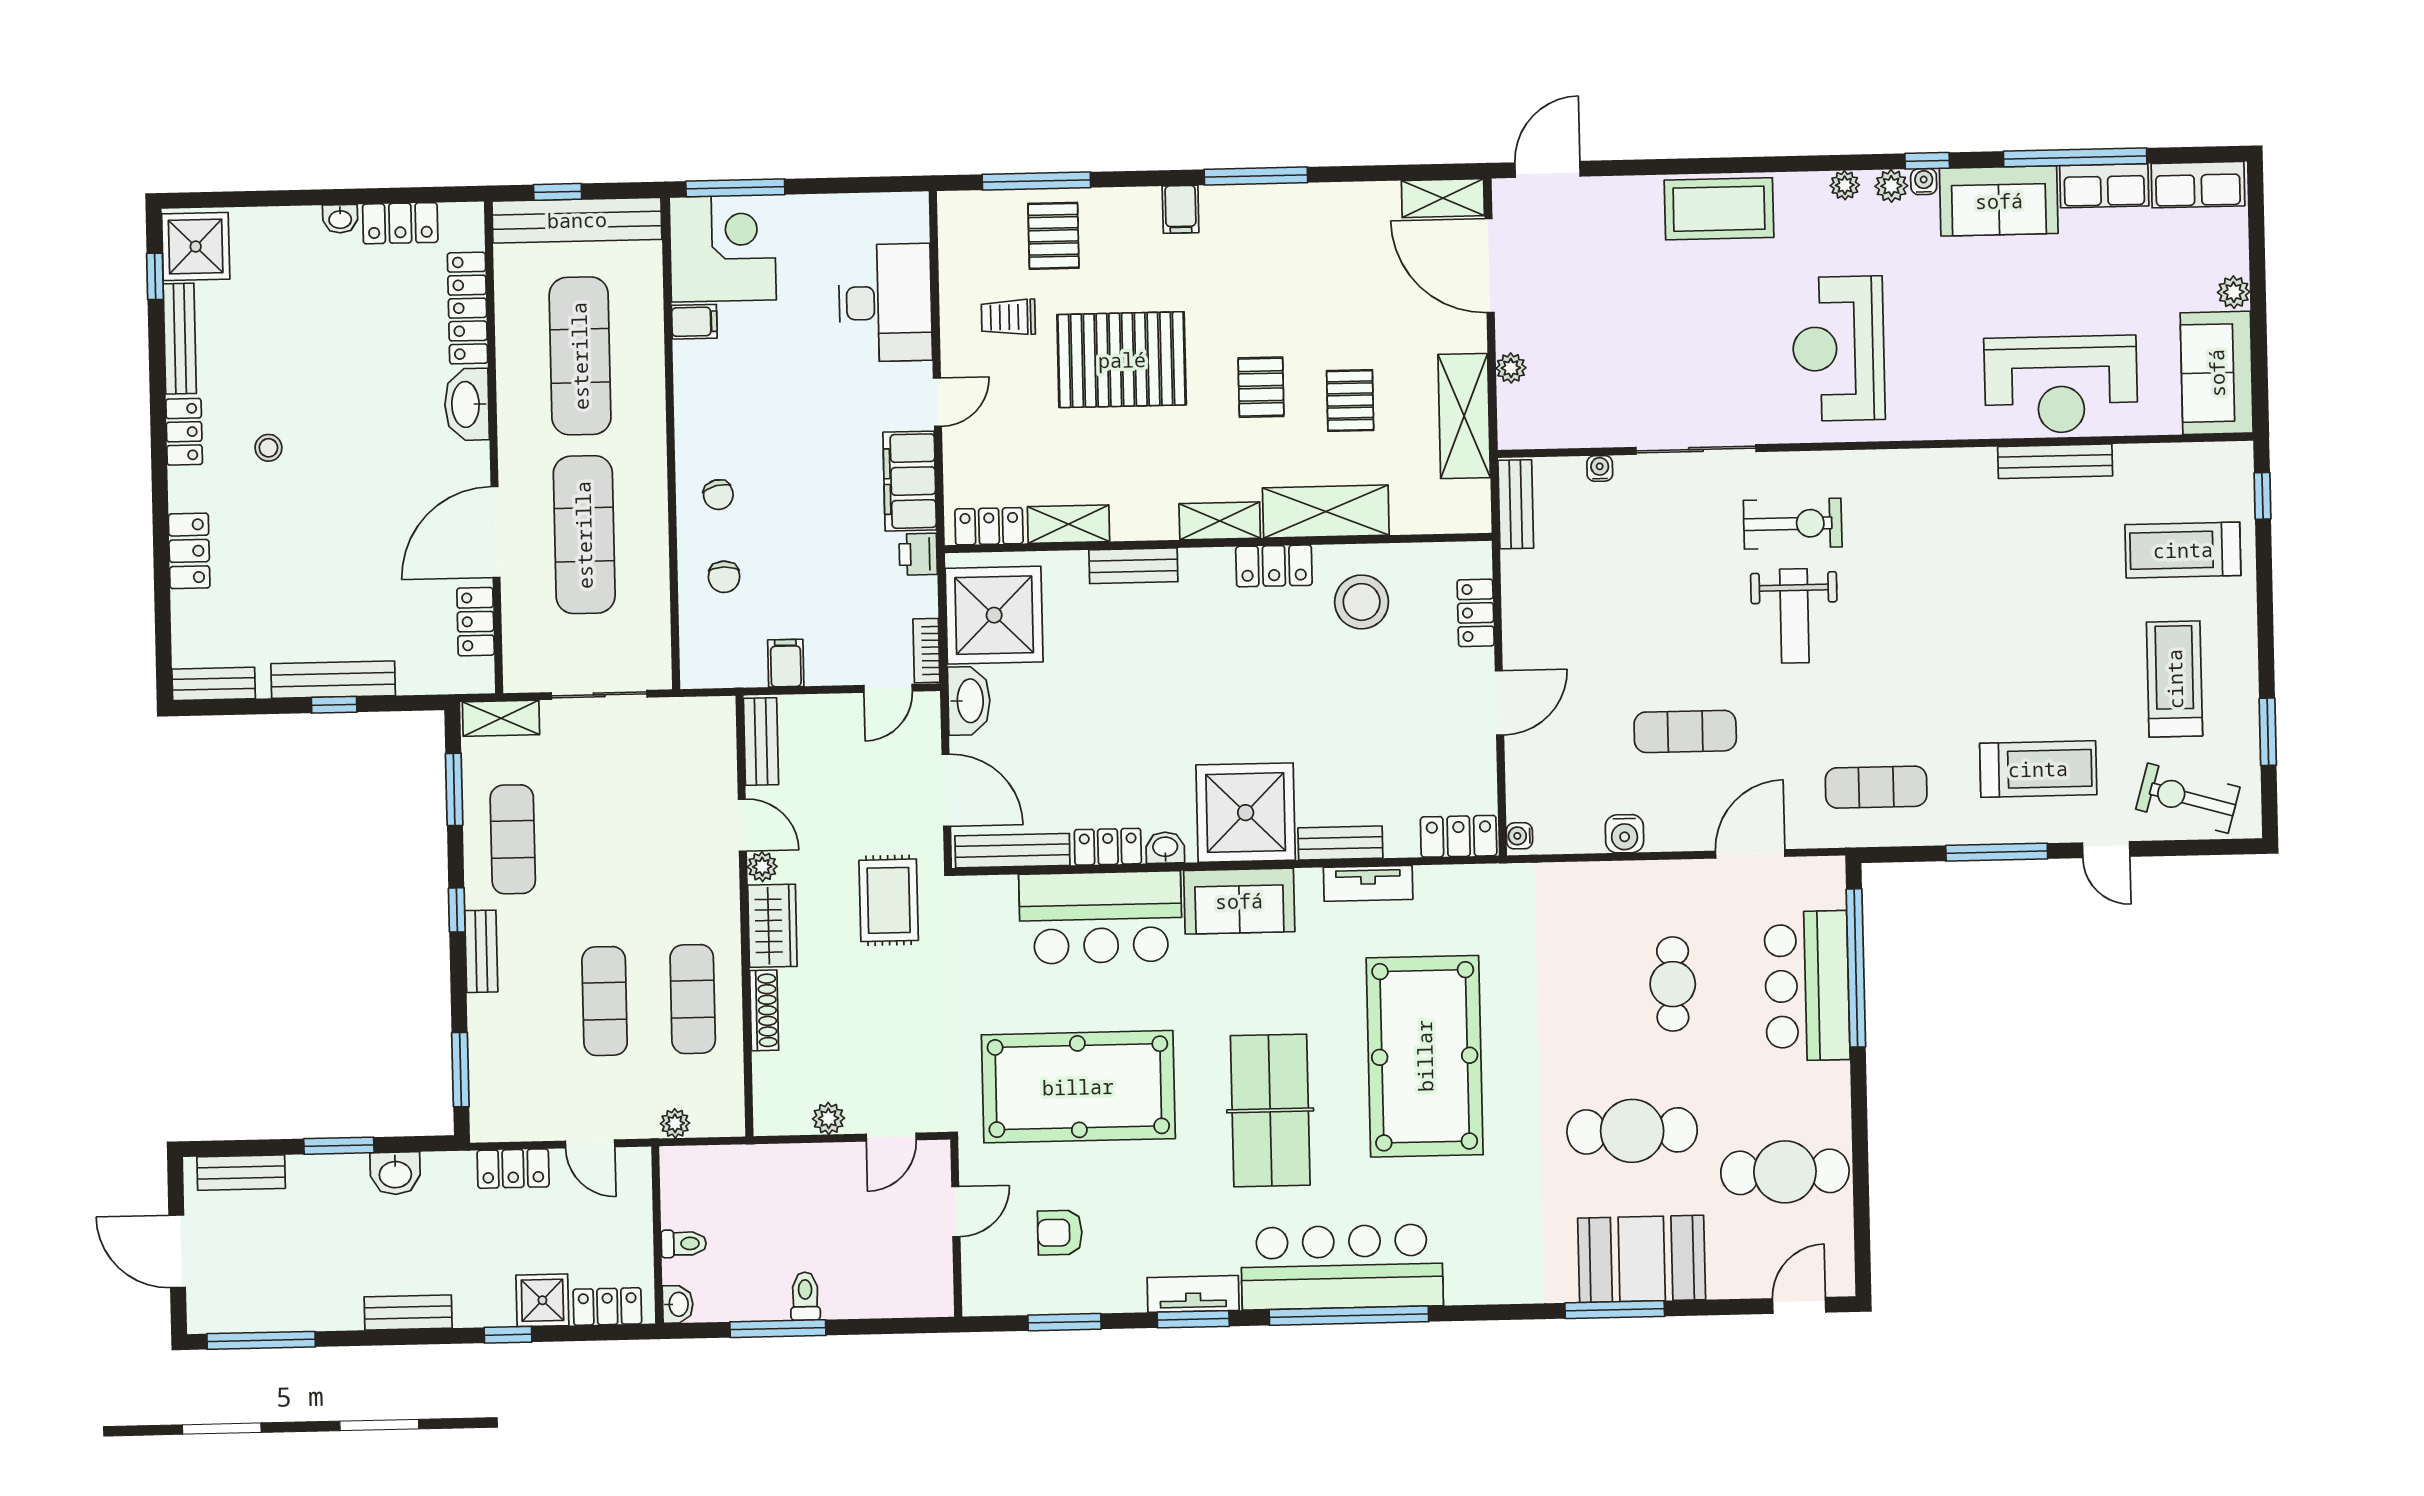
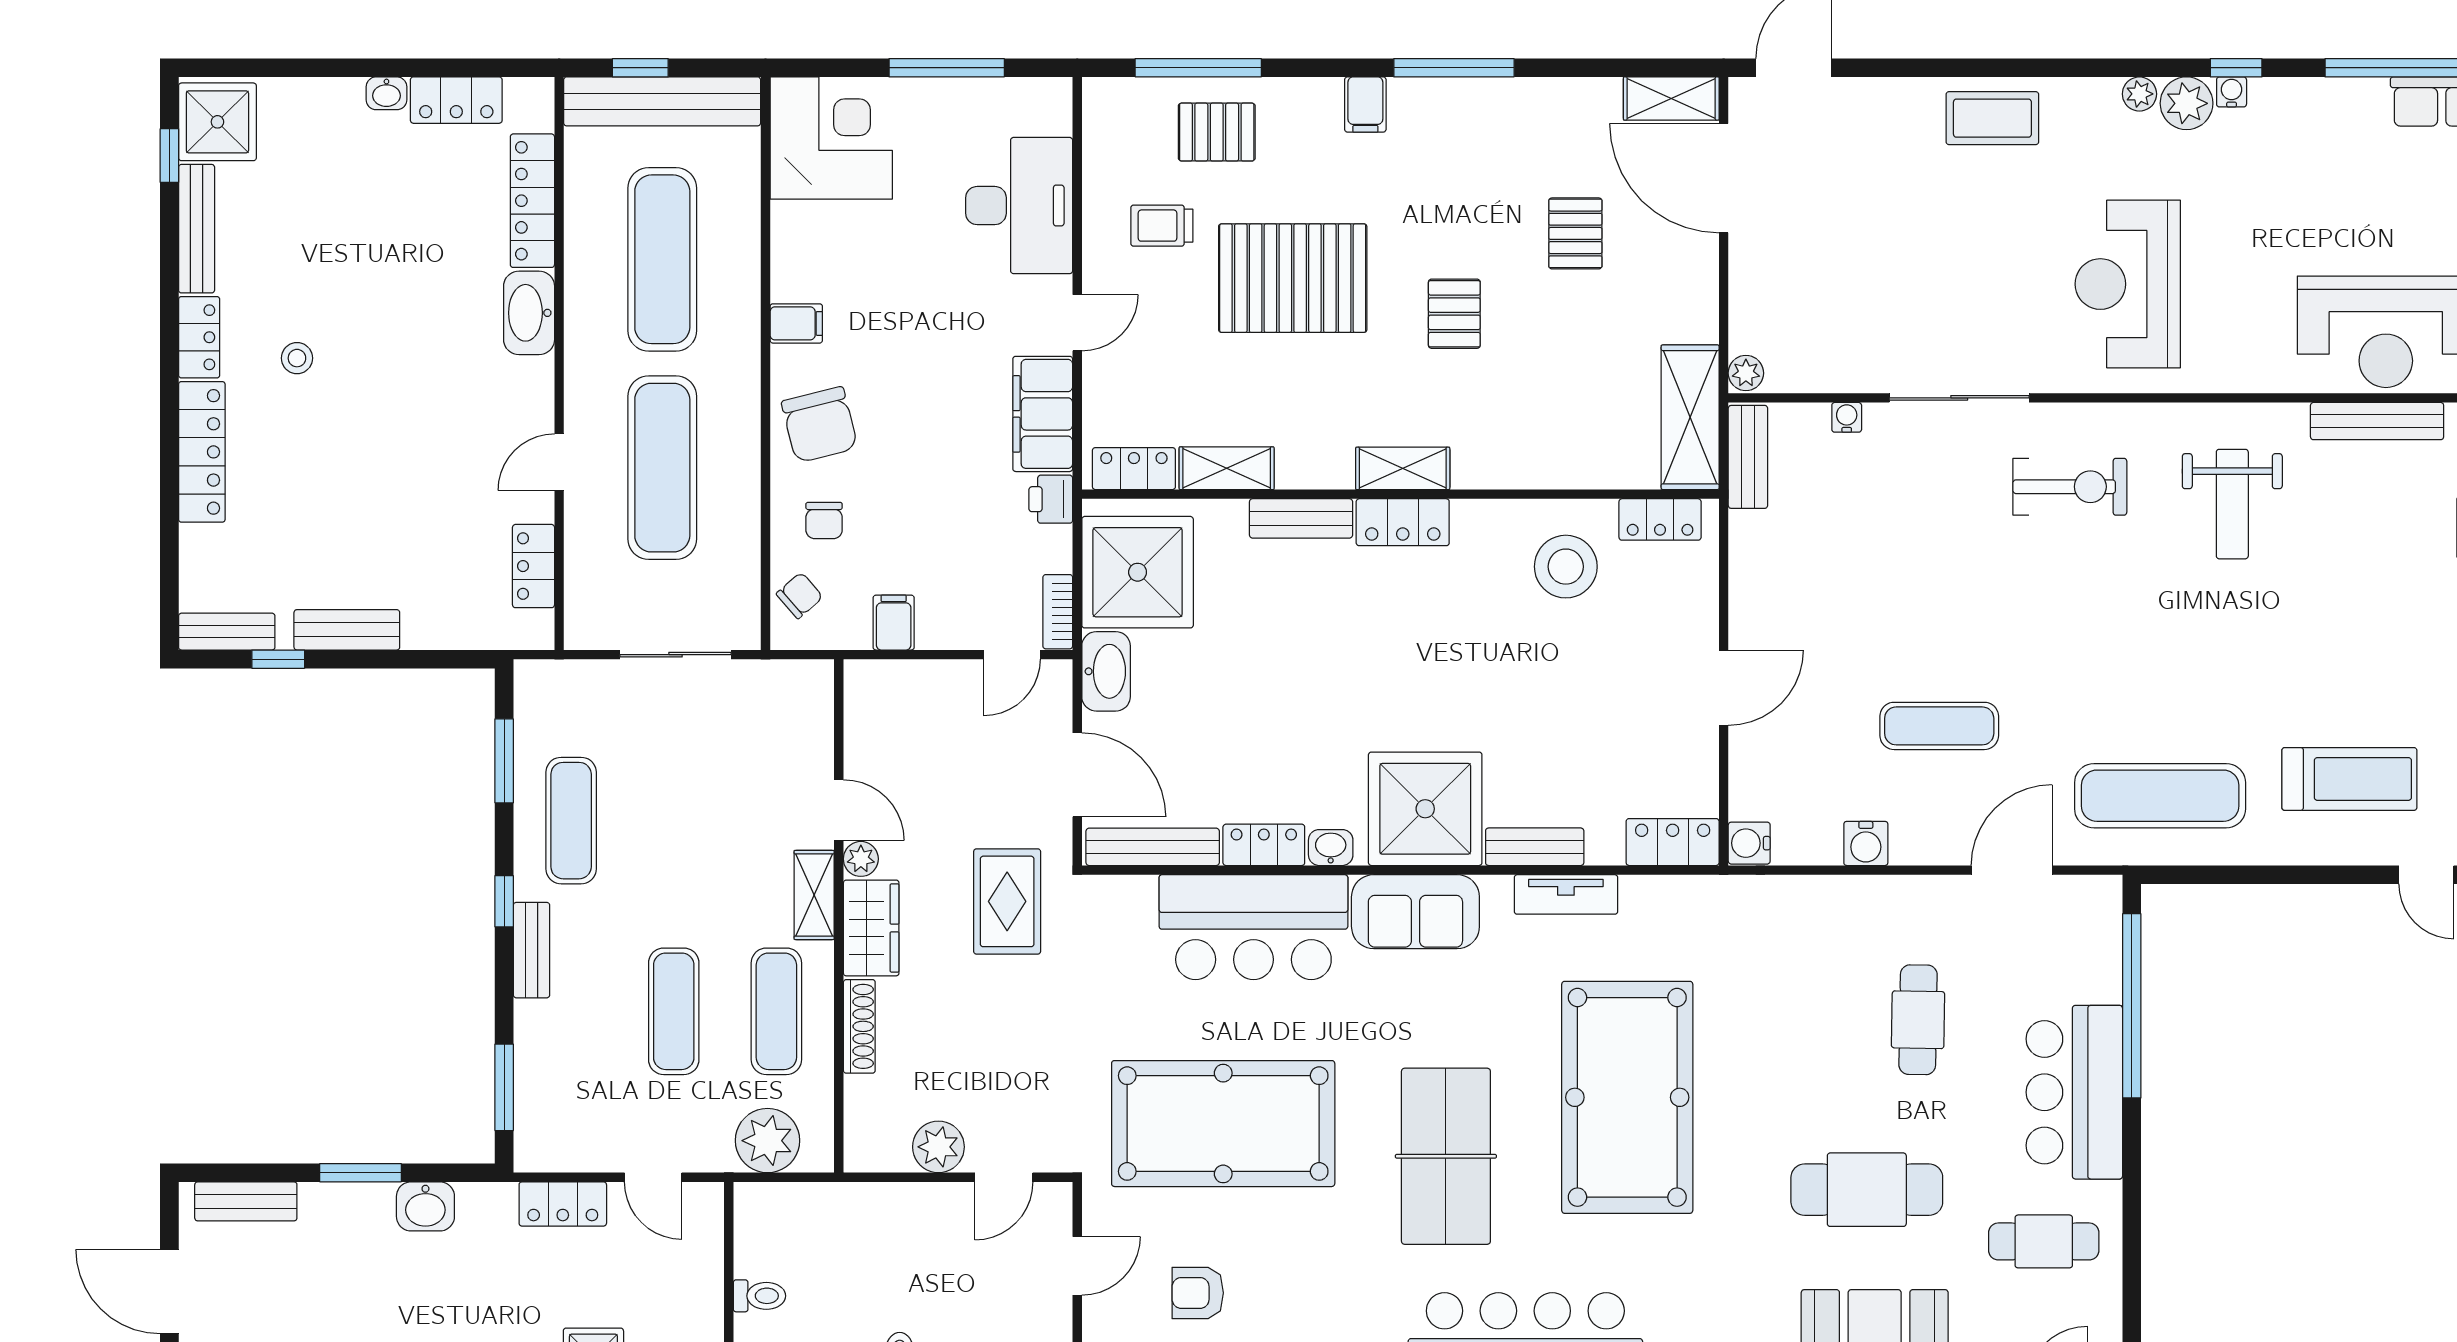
plant: (1891, 186) -> (2187, 103), width x1.38, depth x1.38
window: (735, 188) -> (947, 68), moved
sofa: (1999, 201) -> (2318, 116), removed
coffee table: (1719, 209) -> (1992, 118), width x0.73, depth x0.76
pallet: (1053, 236) -> (1217, 132), turned 90
filing cabinet: (694, 322) -> (796, 323), moved
plant: (1511, 368) -> (1746, 373), moved
pallet: (1350, 401) -> (1575, 233), moved
shelving: (1464, 416) -> (1690, 417), moved
chair: (718, 495) -> (820, 425), width x1.87, depth x1.87
shelving: (1326, 512) -> (1527, 460), removed
door: (496, 532) -> (559, 462), width x0.53
locker: (189, 551) -> (202, 452), width x1.53
locker: (1274, 566) -> (1403, 522), moved
locker: (1476, 613) -> (1660, 519), moved, turned -90
weight bench: (1794, 616) -> (2232, 504), moved
chair: (705, 642) -> (800, 595), added
bench: (333, 680) -> (347, 630), width x0.73
window: (334, 705) -> (278, 659), moved
shelving: (501, 718) -> (814, 895), moved, turned 90
bench: (761, 742) -> (863, 713), removed
exercise mat: (1876, 787) -> (2160, 796), width x1.36, depth x1.45
water cooler: (1519, 836) -> (1749, 843), width x1.38, depth x1.38
window: (1997, 852) -> (2299, 875), removed
bar counter: (1807, 986) -> (2074, 1092), moved
plant: (829, 1118) -> (938, 1147), width x1.38, depth x1.38
plant: (675, 1123) -> (768, 1141), width x1.87, depth x1.87
cafe table: (1785, 1172) -> (2044, 1241), width x0.73, depth x0.74

